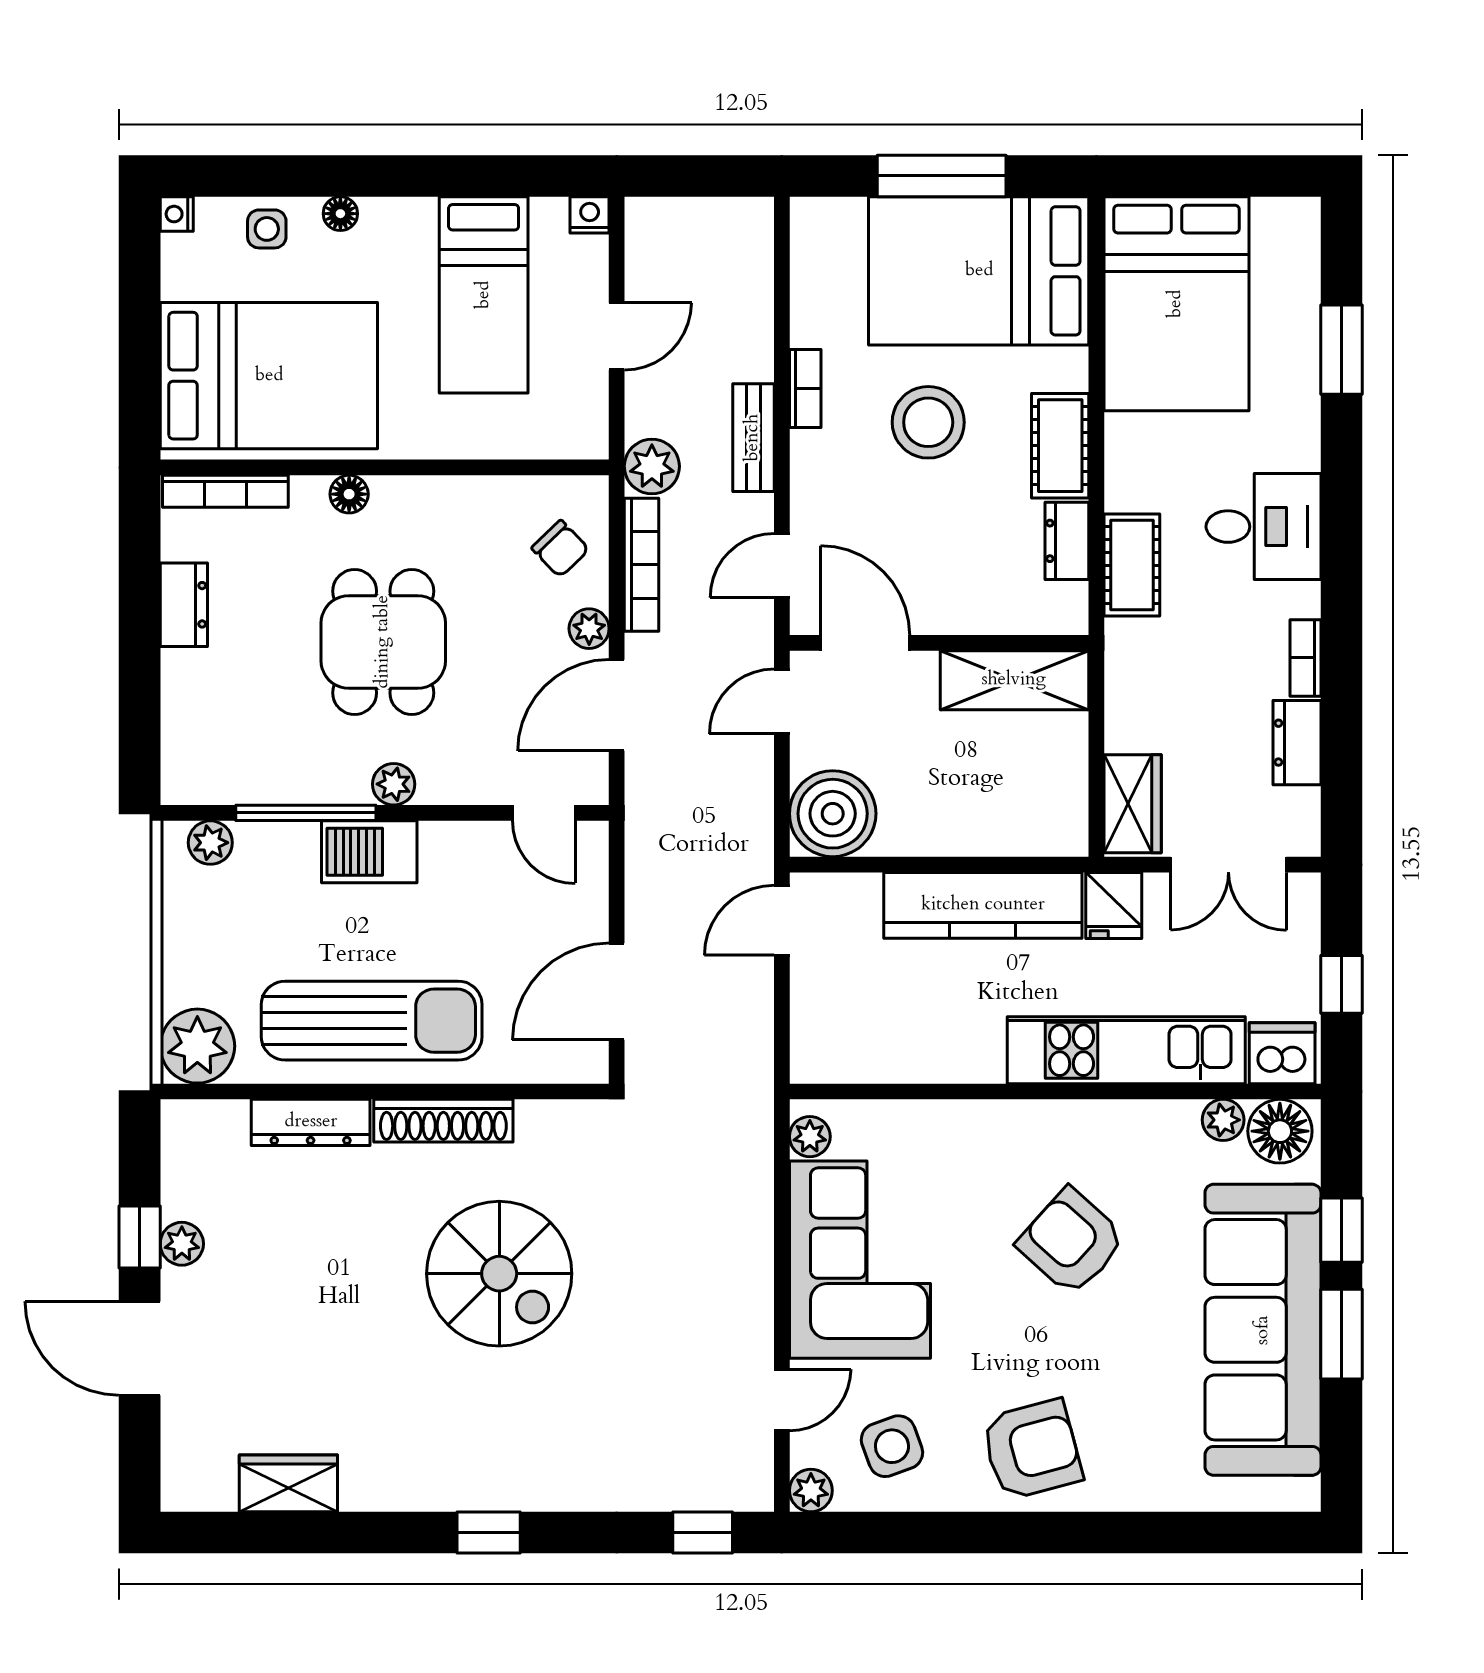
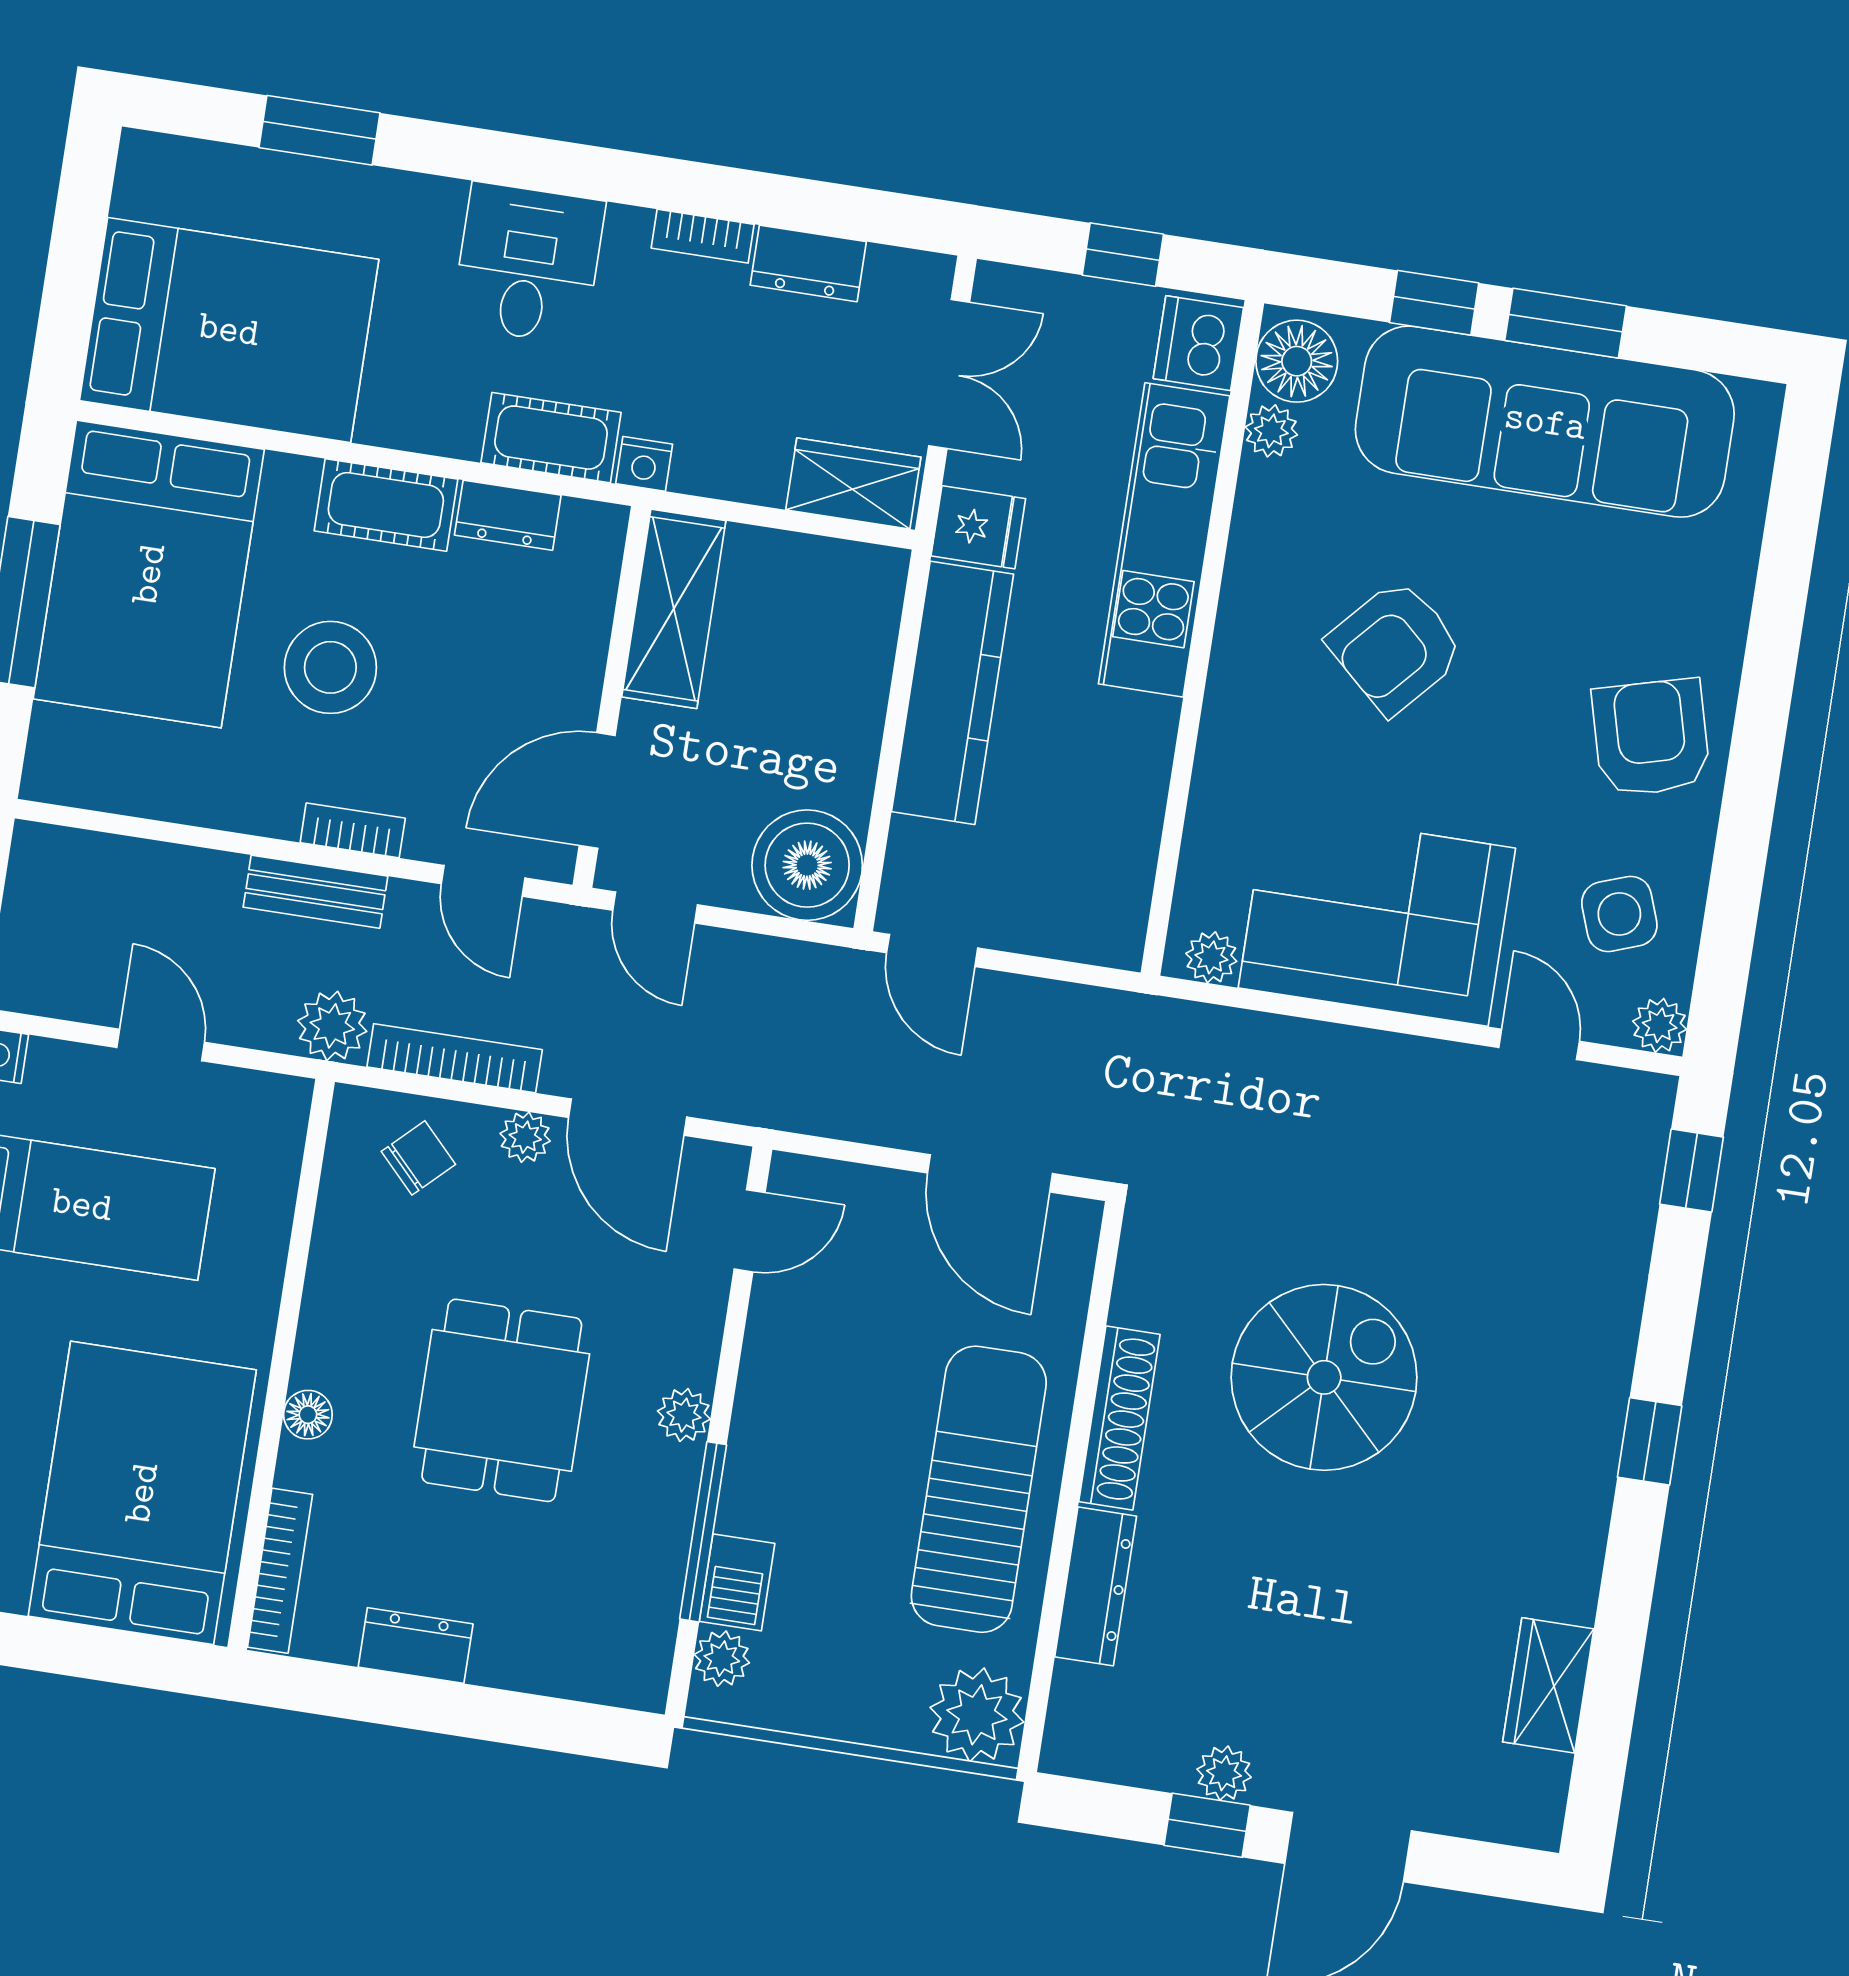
bookcase: (805, 388) -> (353, 830), moved
nightstand: (1123, 640) -> (644, 464), added
dining table: (383, 642) -> (502, 1400), turned 90
barbecue: (369, 852) -> (737, 1582), moved, width x0.73, depth x0.79

